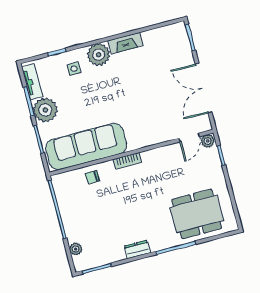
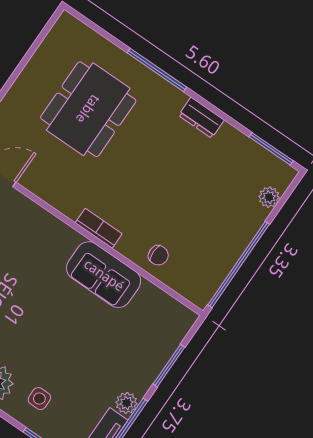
plant: (45, 110) -> (127, 403), width x0.53, depth x0.53
sofa: (86, 147) -> (104, 275), width x0.54, depth x0.79
dining table: (197, 214) -> (88, 109), moved, turned 90

